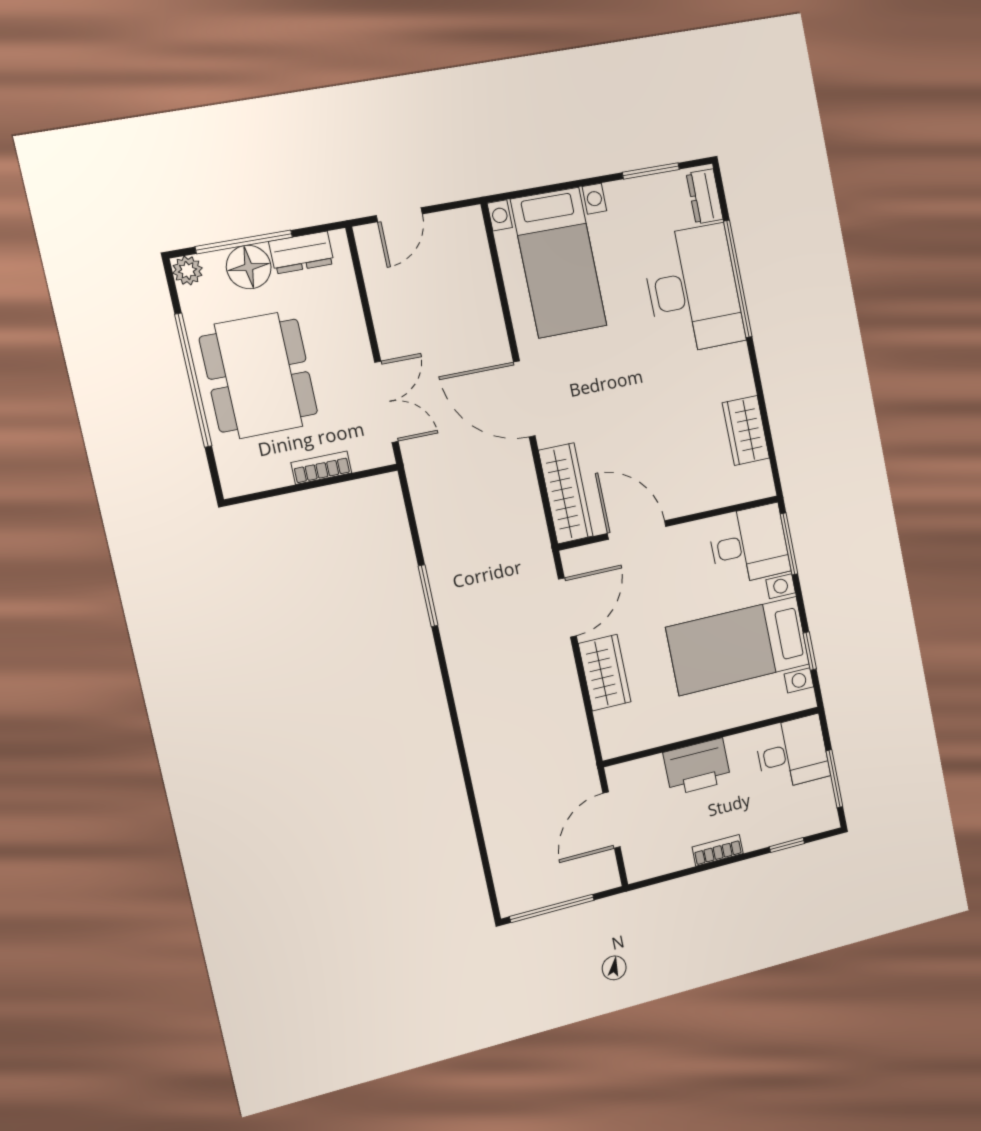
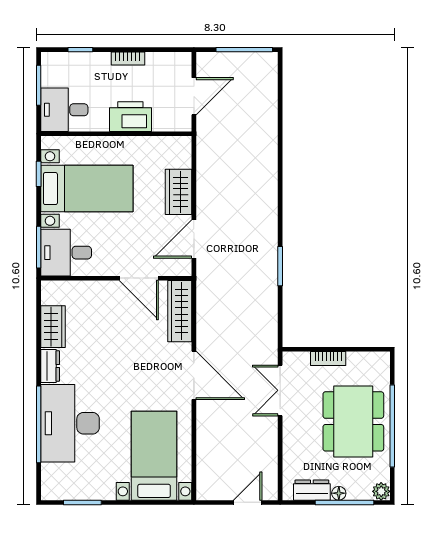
dresser: (705, 196) -> (50, 366), moved
floor lamp: (249, 267) -> (339, 493), width x0.53, depth x0.53

